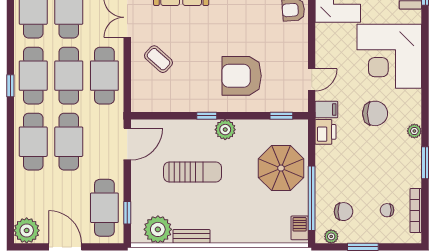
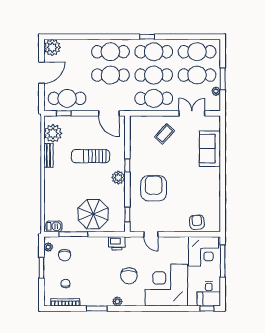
filing cabinet: (326, 110) -> (131, 244), removed
sun lounger: (193, 172) -> (91, 156), turned 90
window: (312, 198) -> (73, 234), width x0.68

